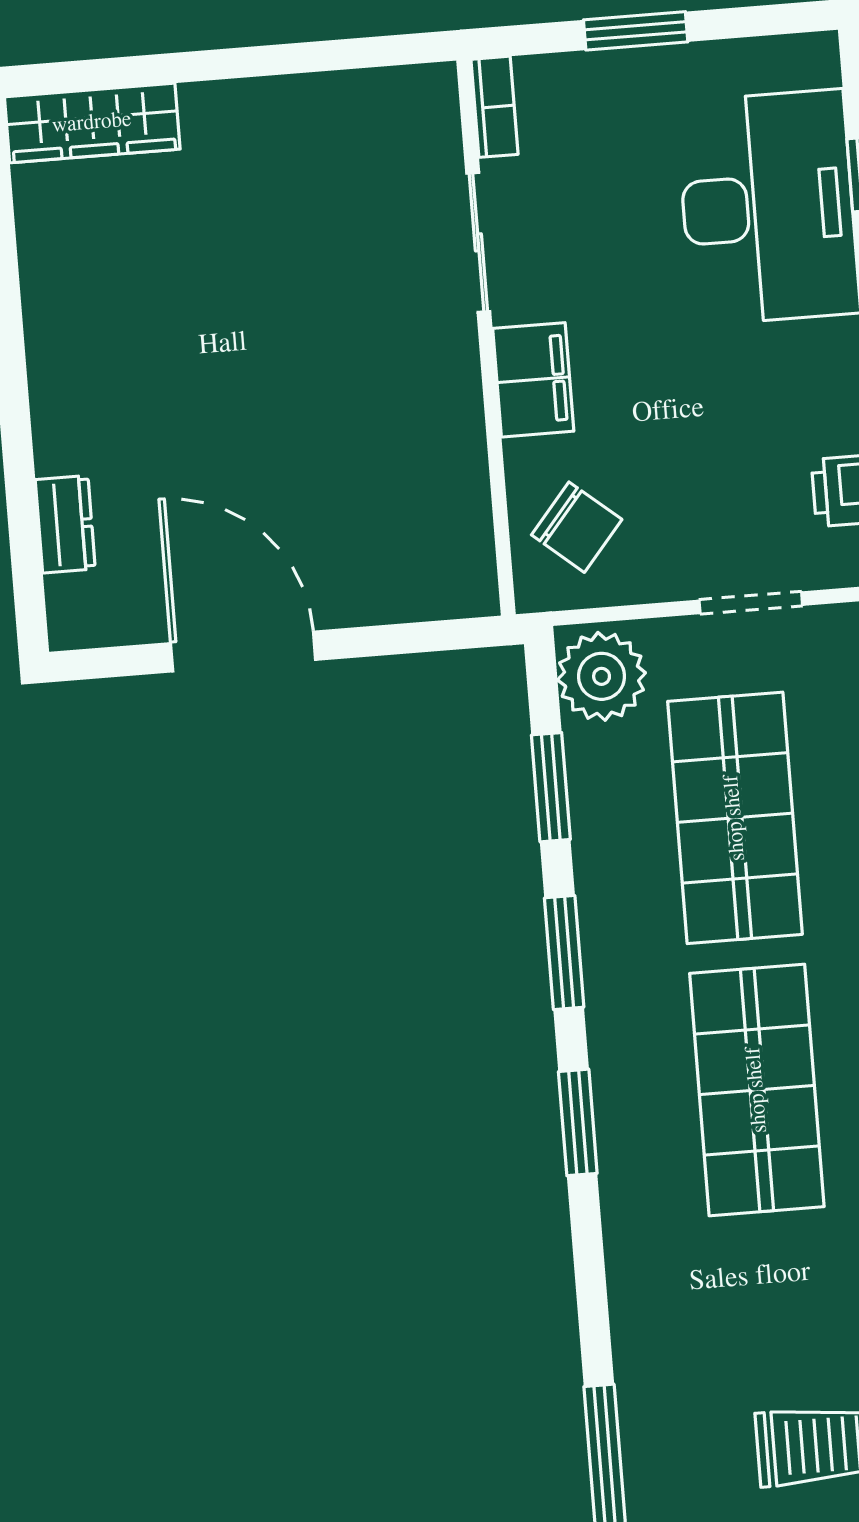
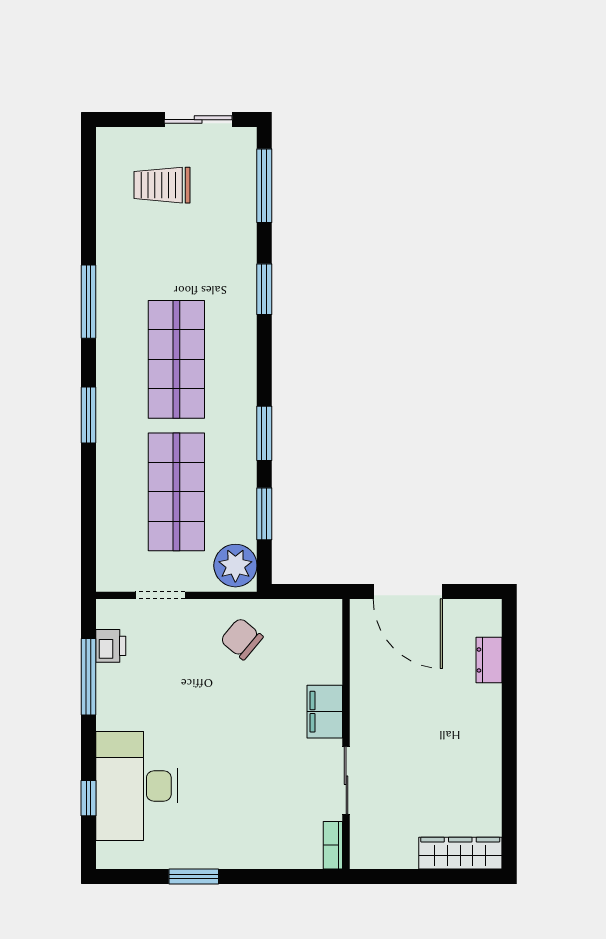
bookcase: (495, 107) -> (333, 845), moved
sliding door: (478, 242) -> (346, 780), moved
wall: (486, 337) -> (346, 734), moved
filing cabinet: (533, 380) -> (325, 712), moved
window: (578, 1122) -> (264, 289), moved

